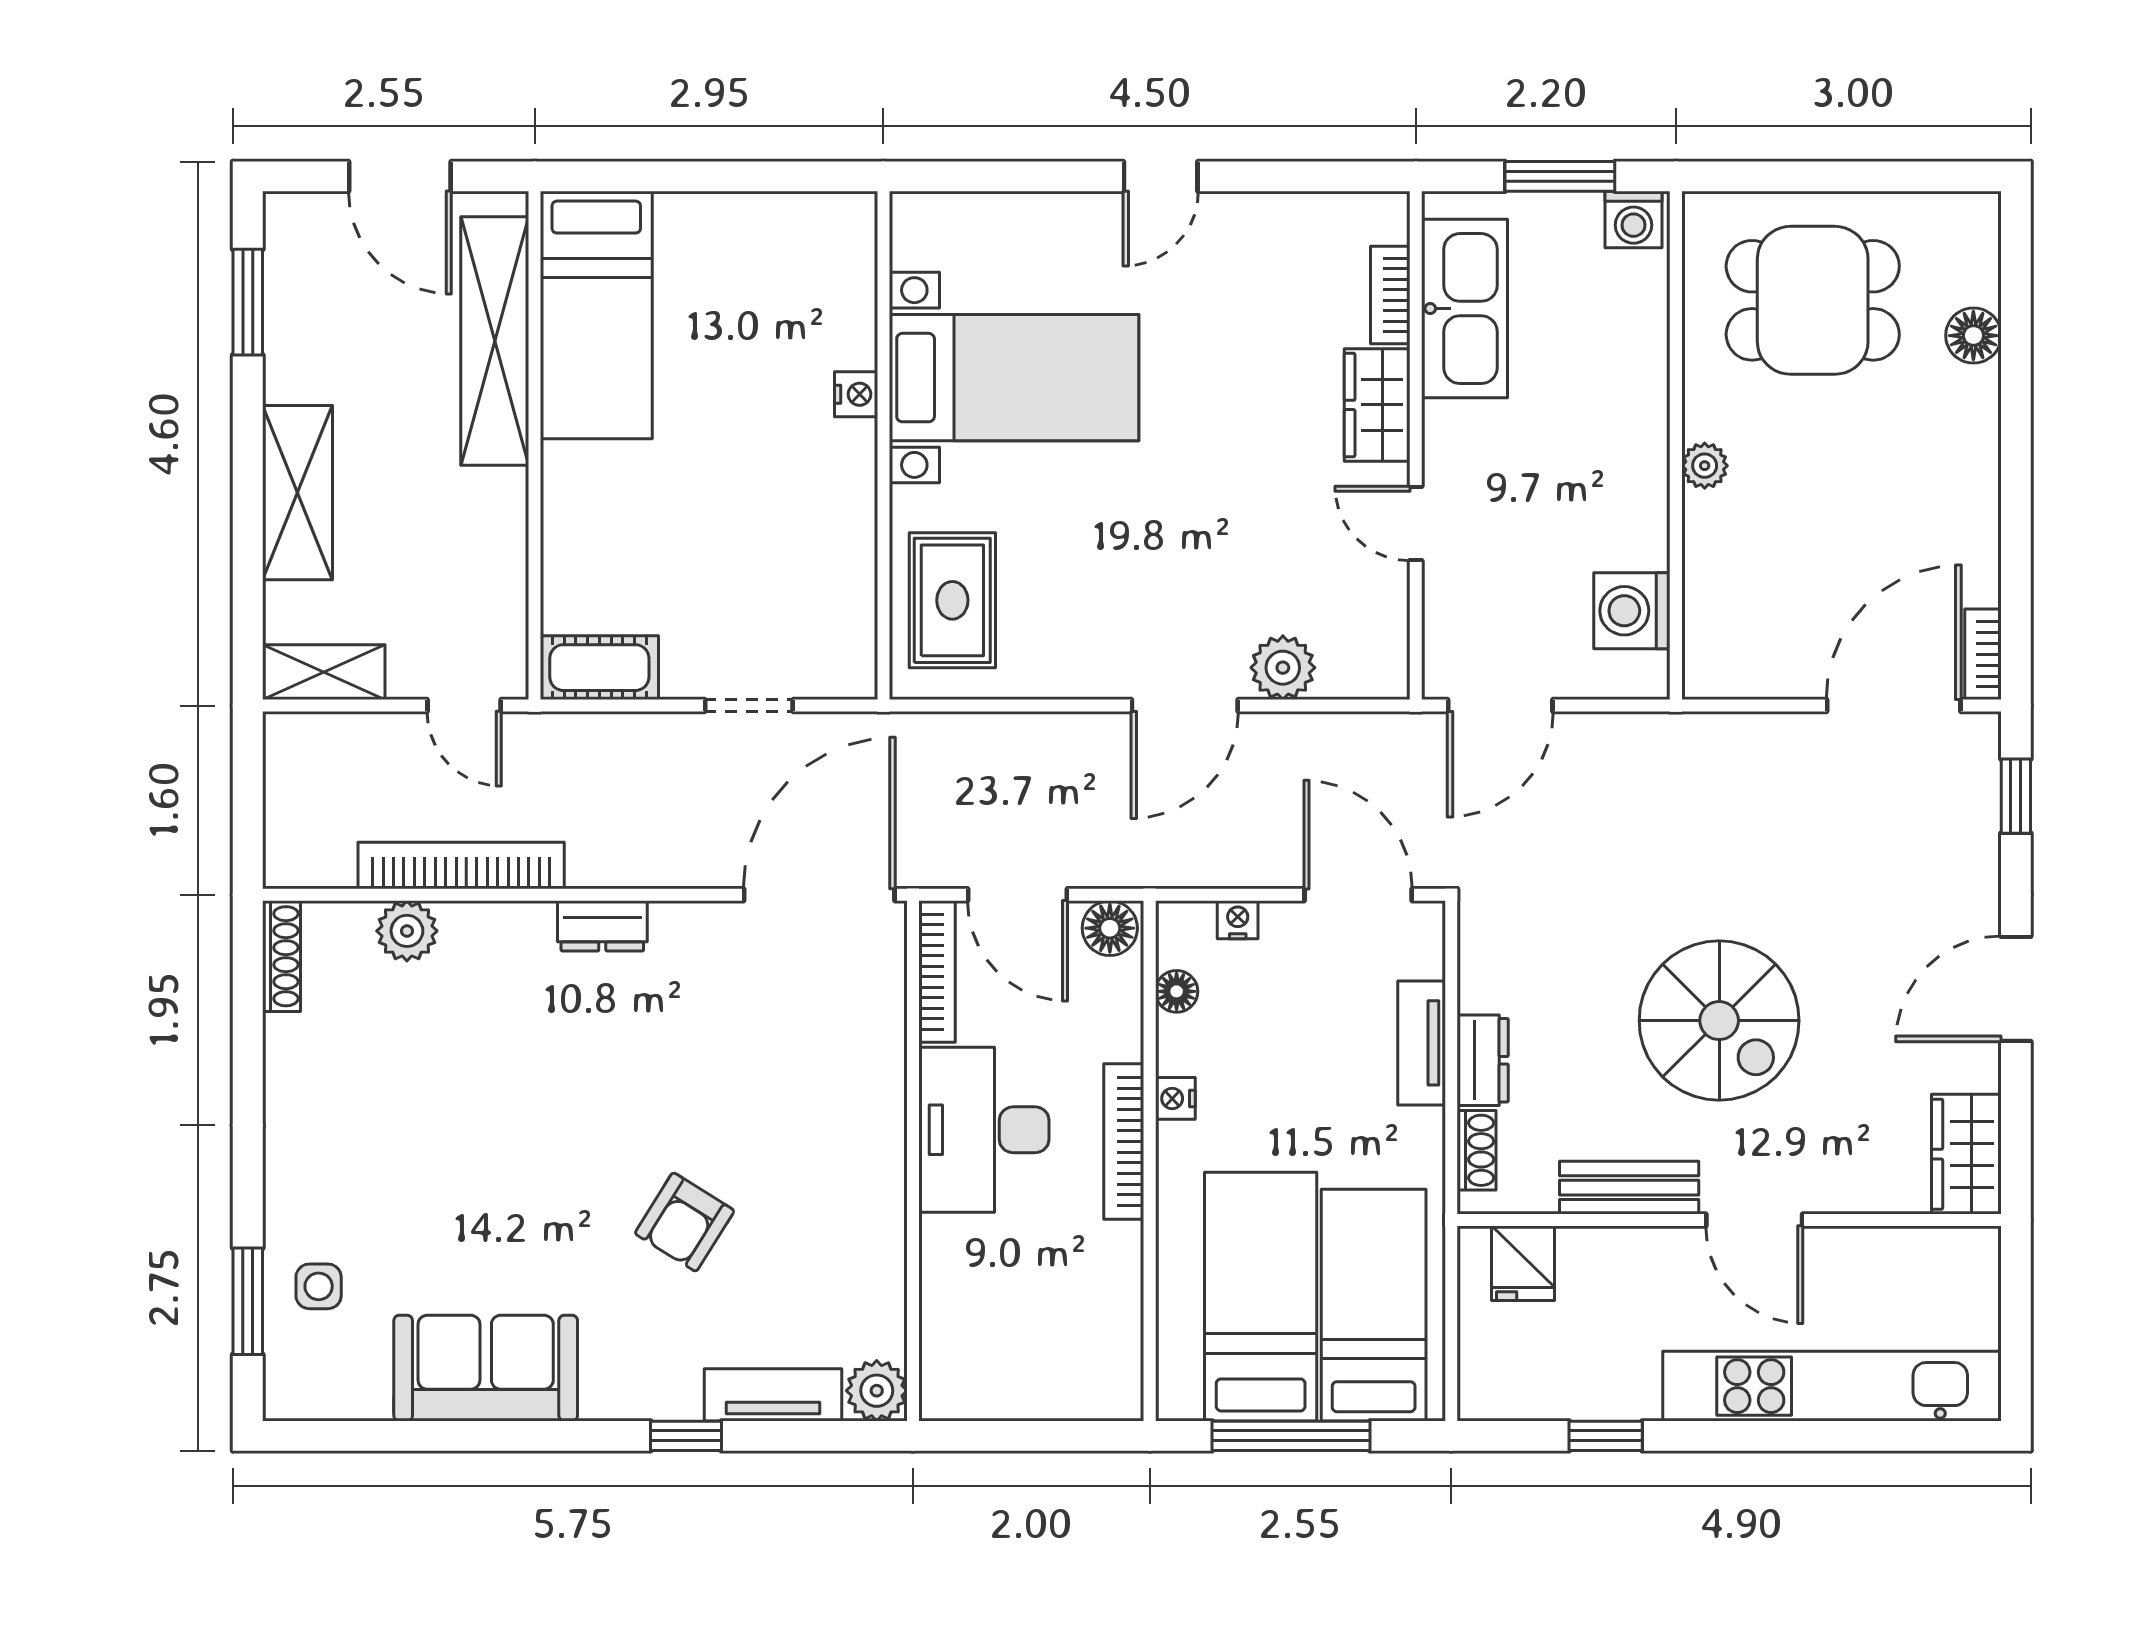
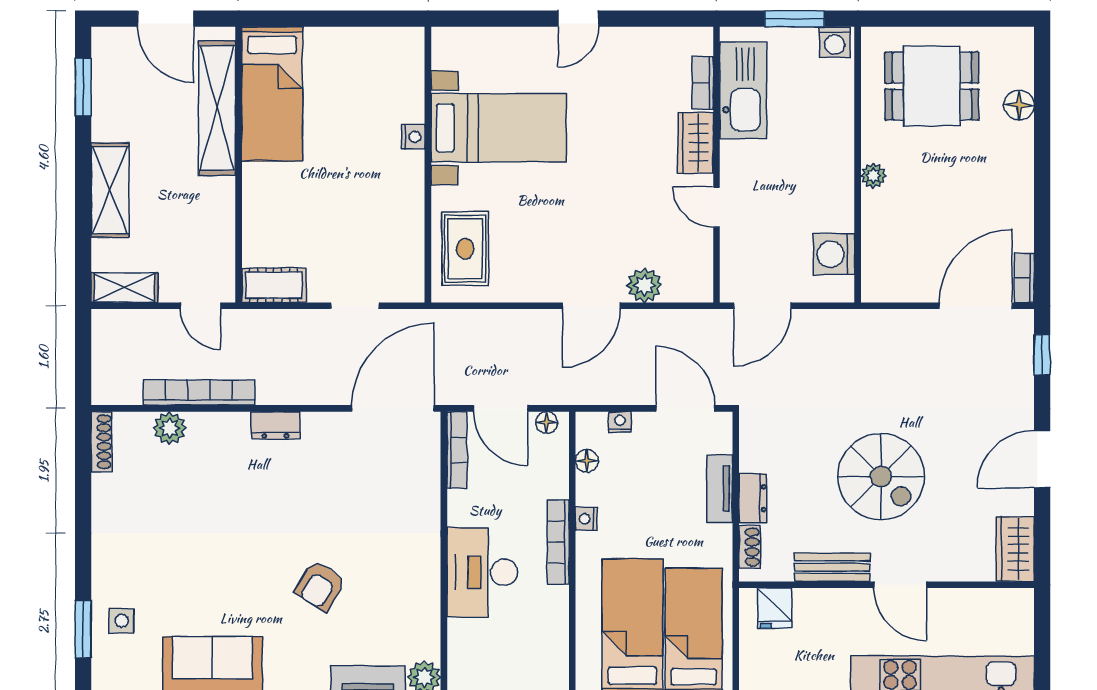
floor lamp: (1110, 928) -> (547, 422), width x0.73, depth x0.73
desk: (984, 1130) -> (482, 572), moved

